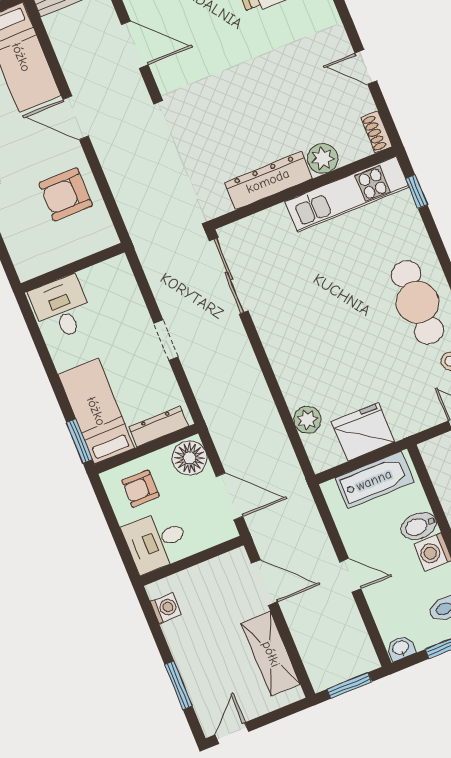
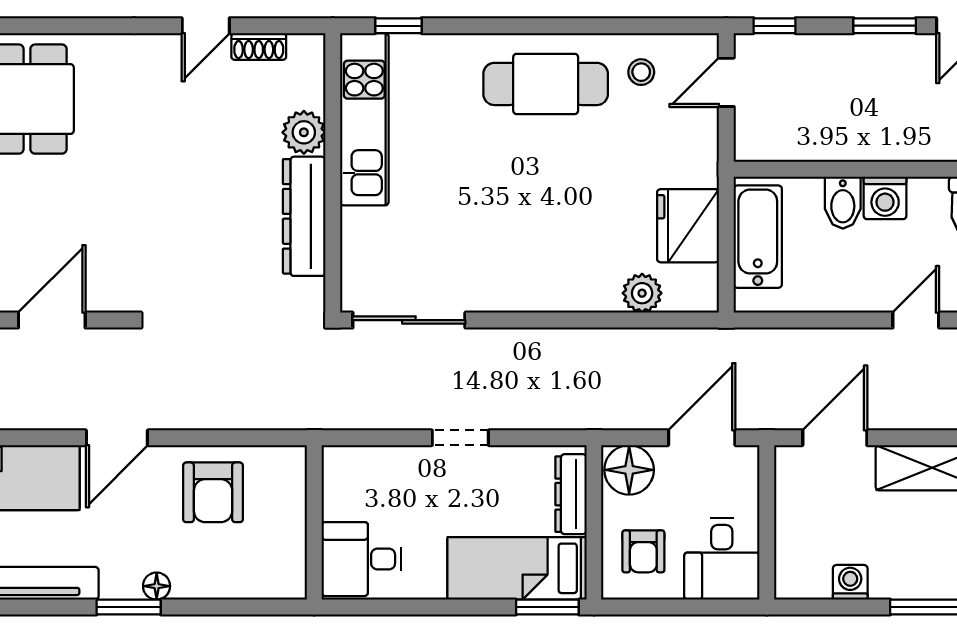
shoe rack: (377, 132) -> (259, 46), moved
door: (350, 575) -> (916, 320), moved
washing machine: (166, 608) -> (850, 582), moved

